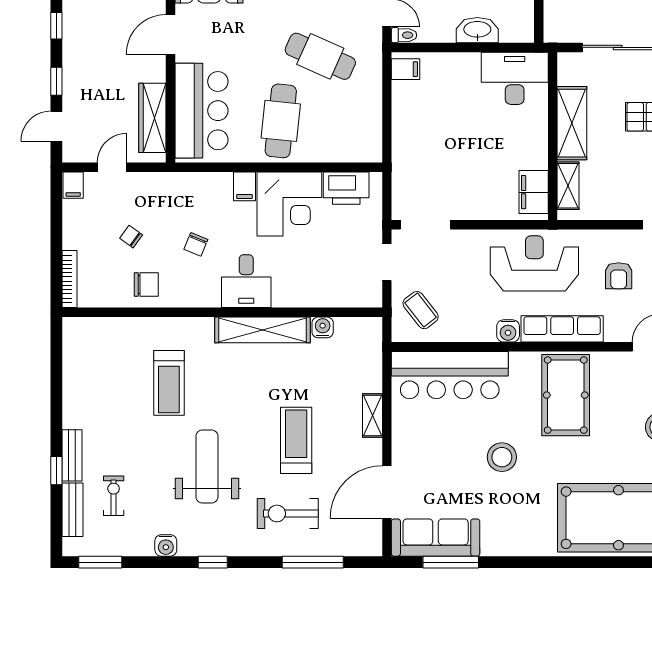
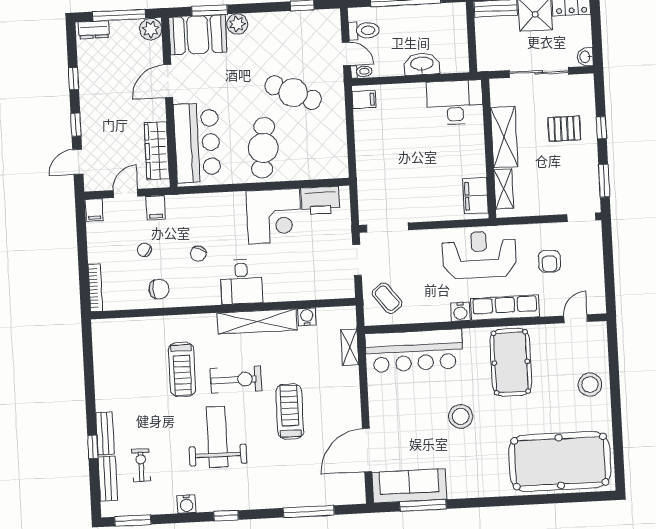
filing cabinet: (244, 186) -> (156, 208), moved
shelving: (372, 416) -> (350, 347), moved
exercise bike: (288, 513) -> (236, 380), moved, turned 180

